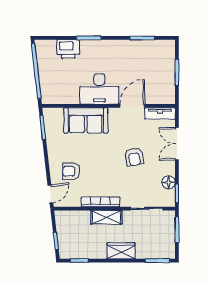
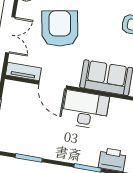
door: (132, 106) -> (52, 85), hinge flipped
armchair: (134, 157) -> (60, 28), width x1.88, depth x1.88

